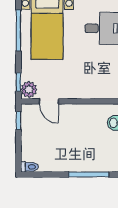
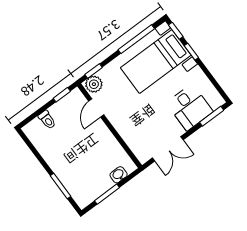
toilet: (29, 167) -> (47, 120), moved
window: (89, 174) -> (60, 186), width x0.69

